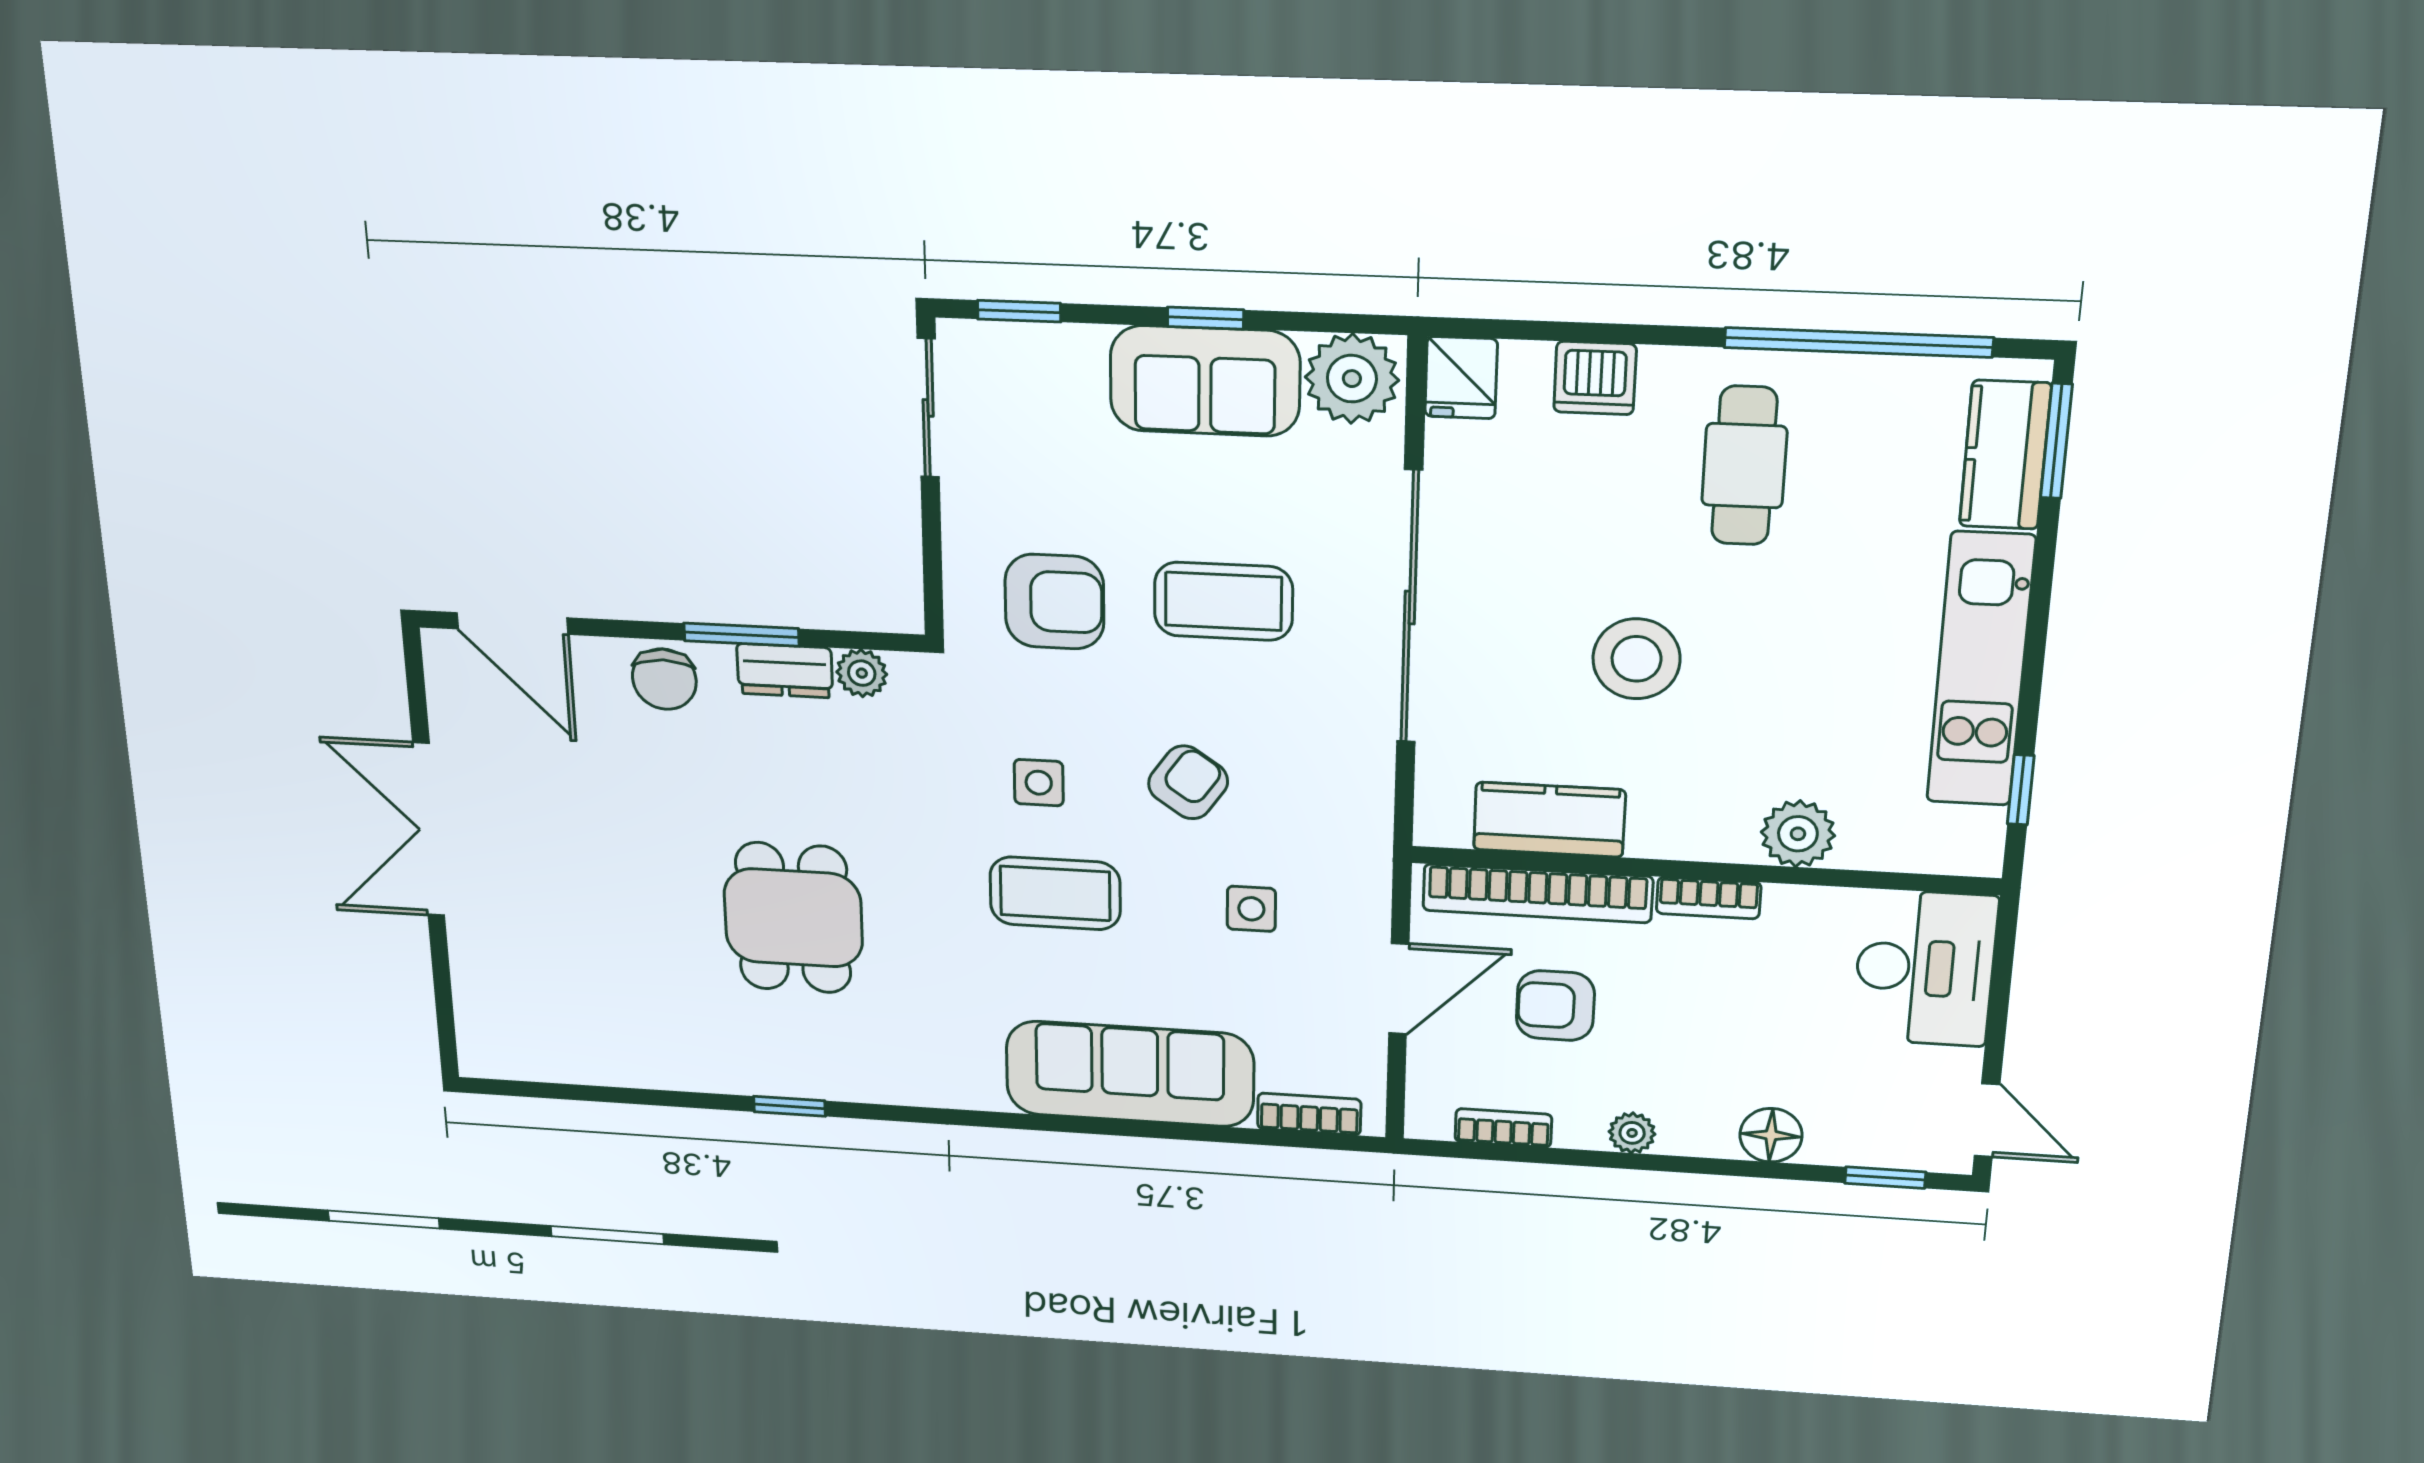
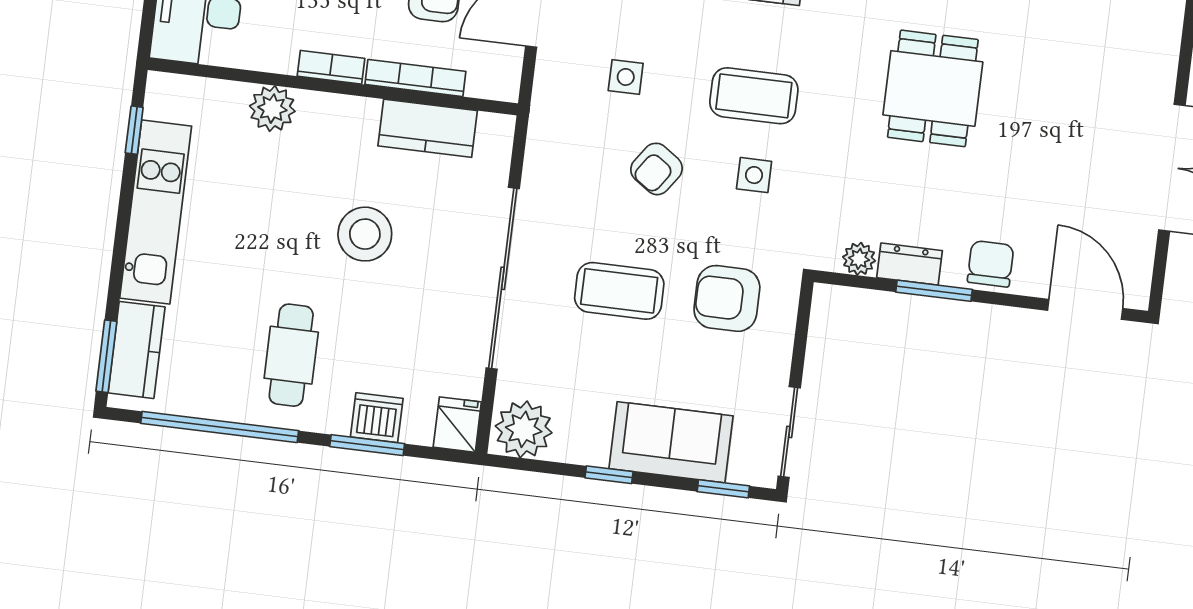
window: (1608, 333) -> (367, 445), added
sofa: (1205, 381) -> (671, 442), moved
bookcase: (1538, 893) -> (415, 78), width x0.68, depth x0.76

